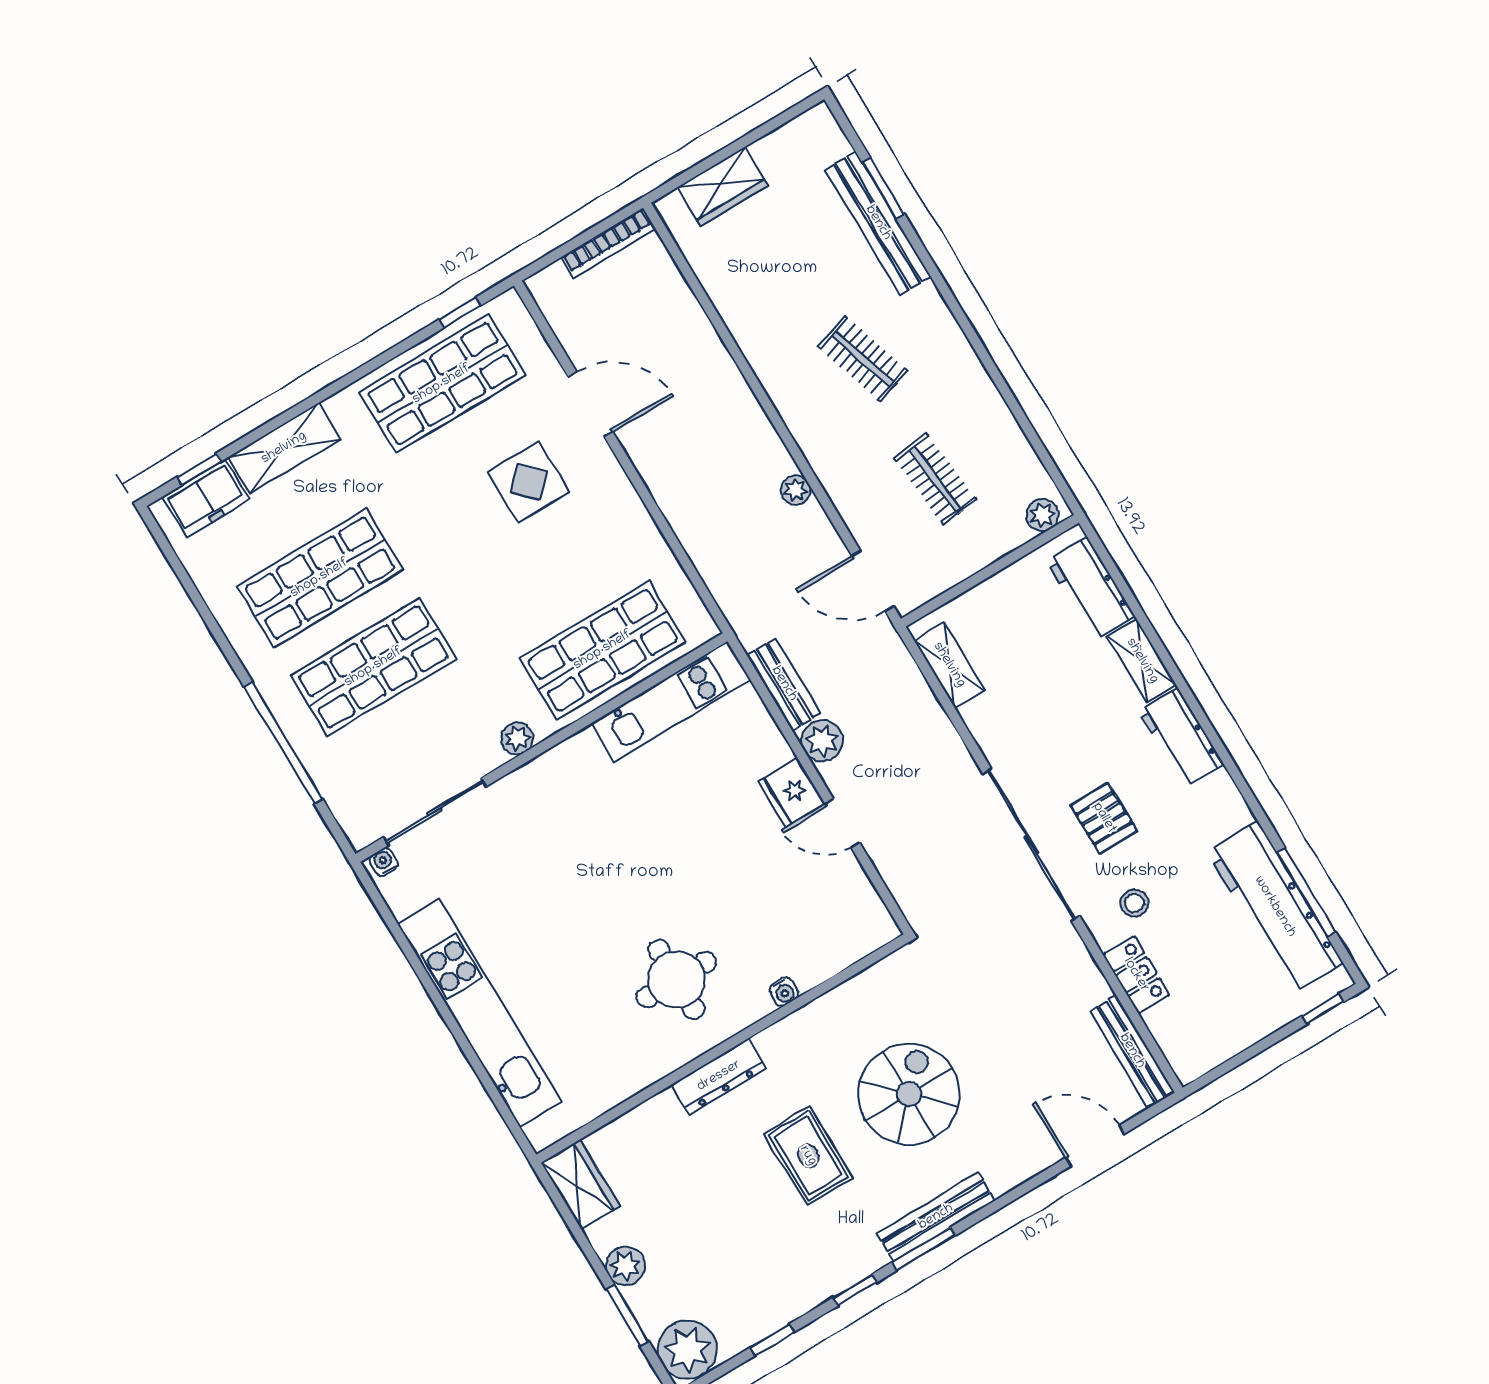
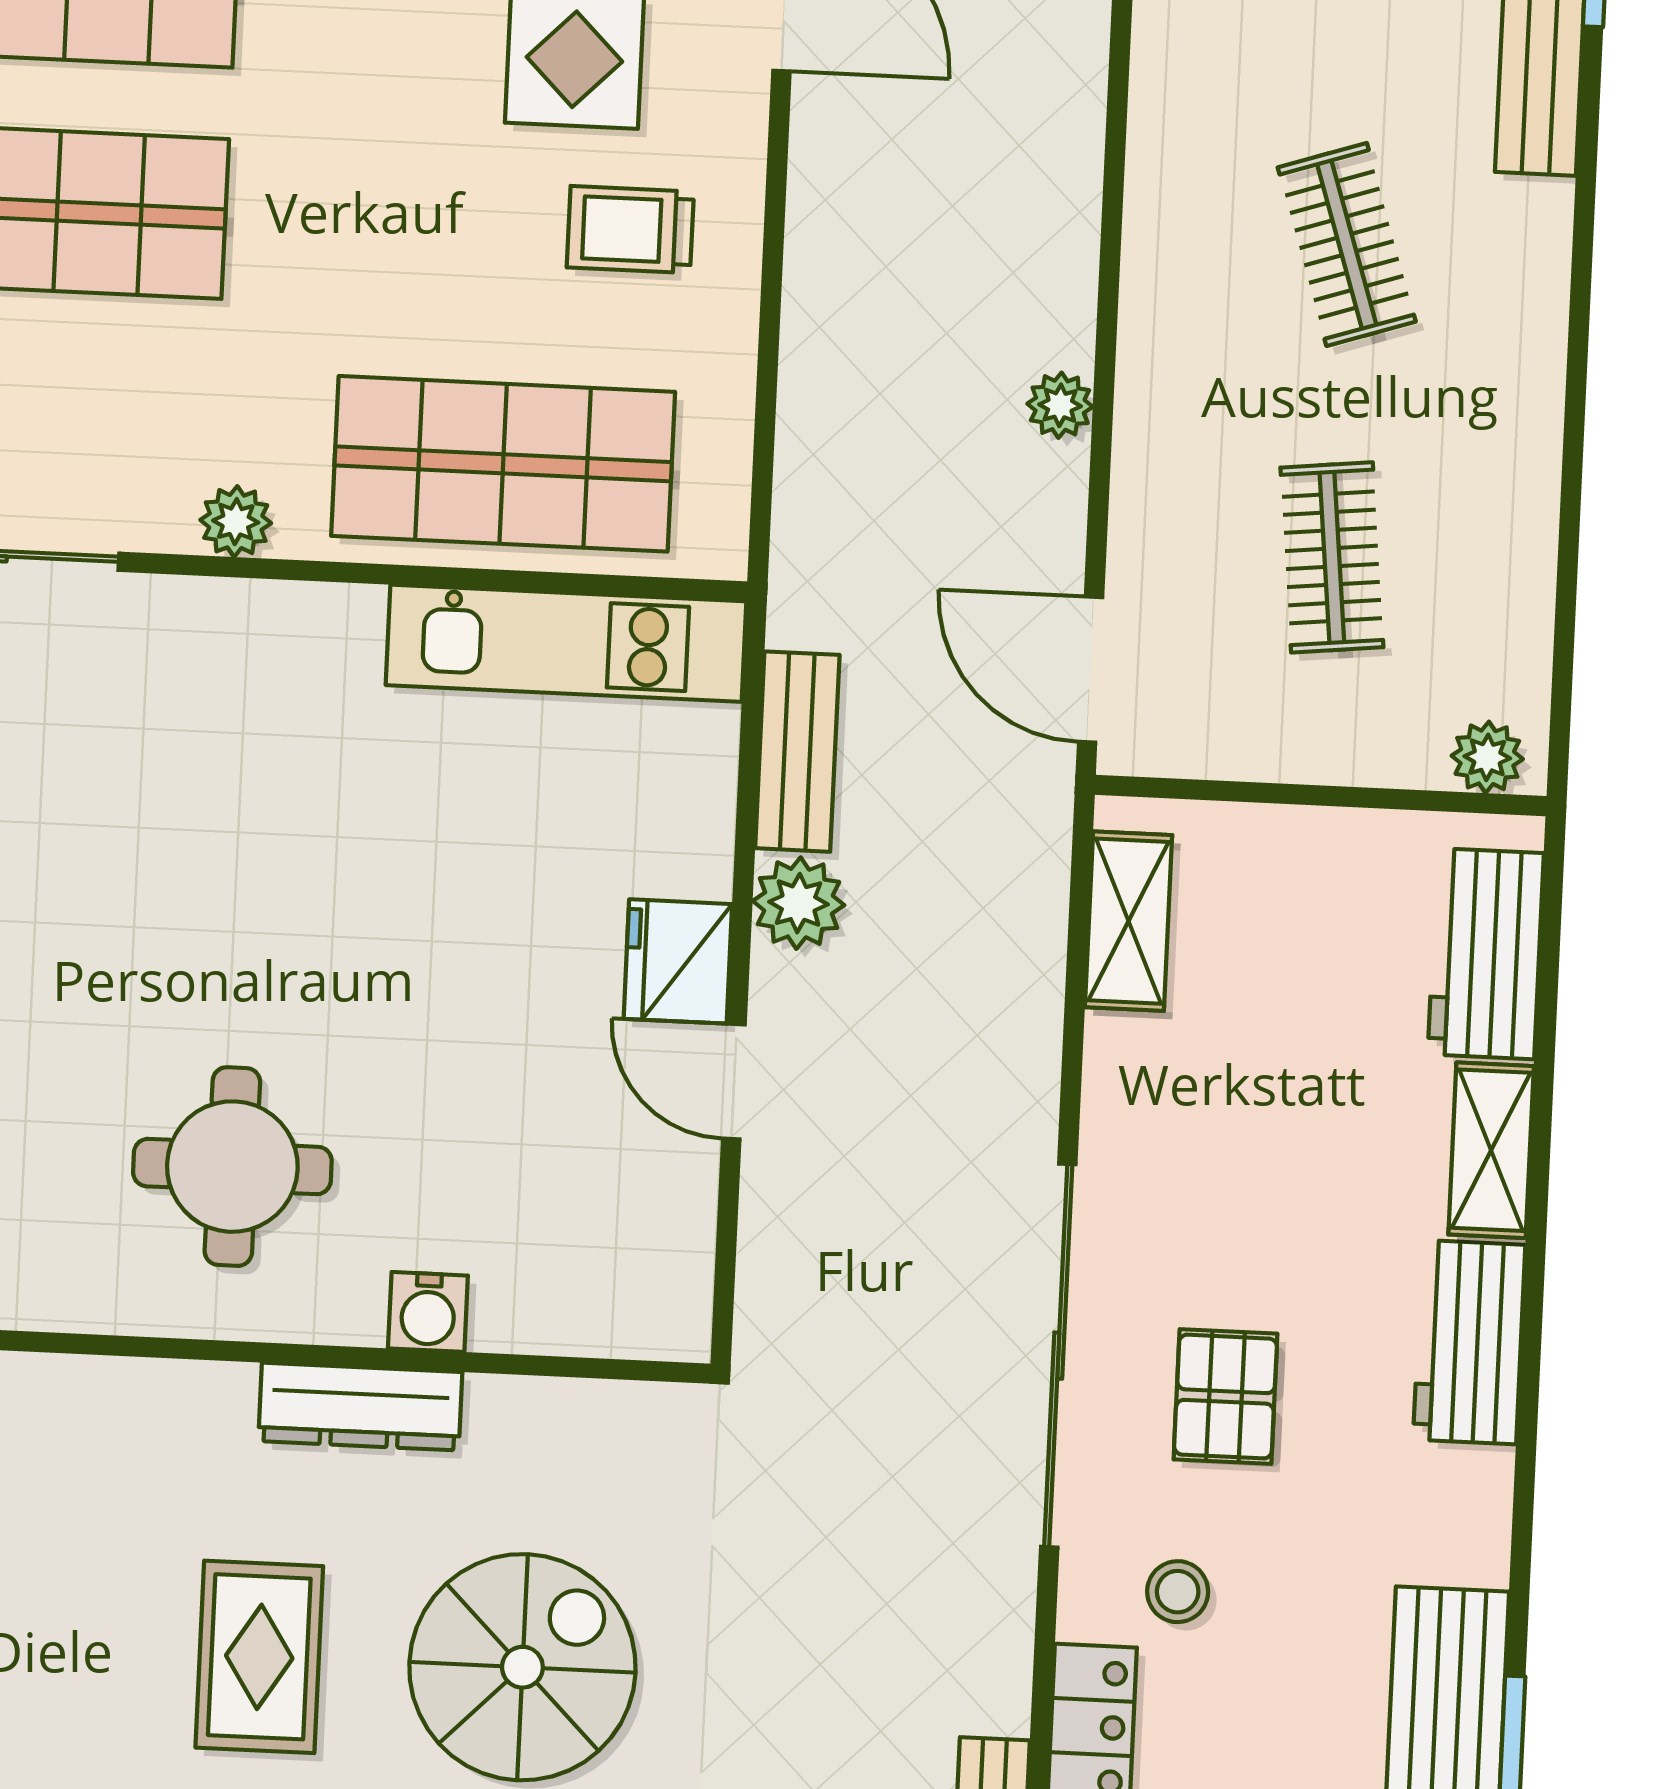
trolley: (592, 531) -> (630, 229), added
water cooler: (784, 992) -> (428, 1312), width x1.38, depth x1.38
dresser: (719, 1076) -> (360, 1407), moved

